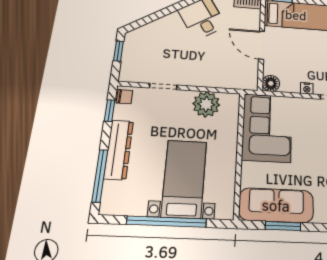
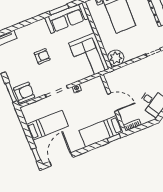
floor lamp: (271, 83) -> (98, 82), removed
plant: (206, 104) -> (116, 58), moved

